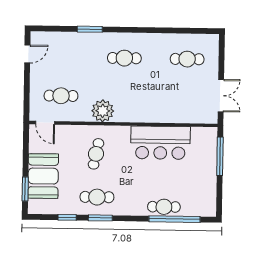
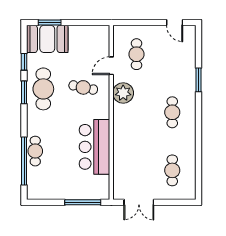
door: (45, 123) -> (111, 66), moved
booth: (43, 176) -> (47, 39), moved
cafe table: (97, 197) -> (43, 89), width x1.37, depth x1.35

